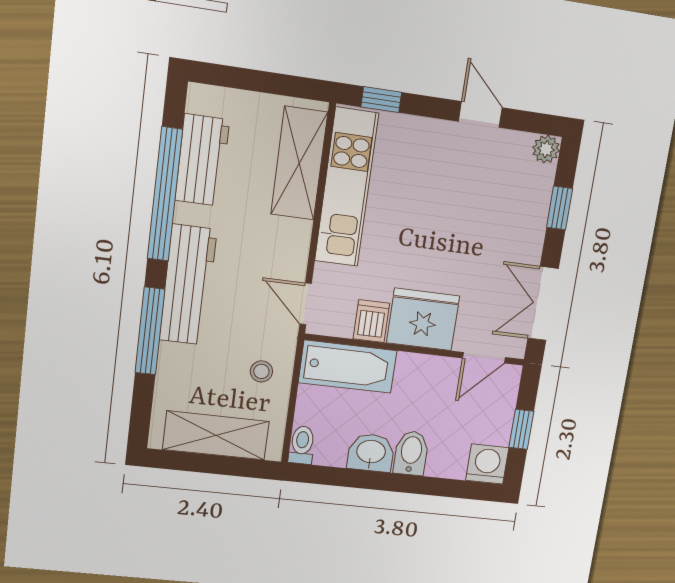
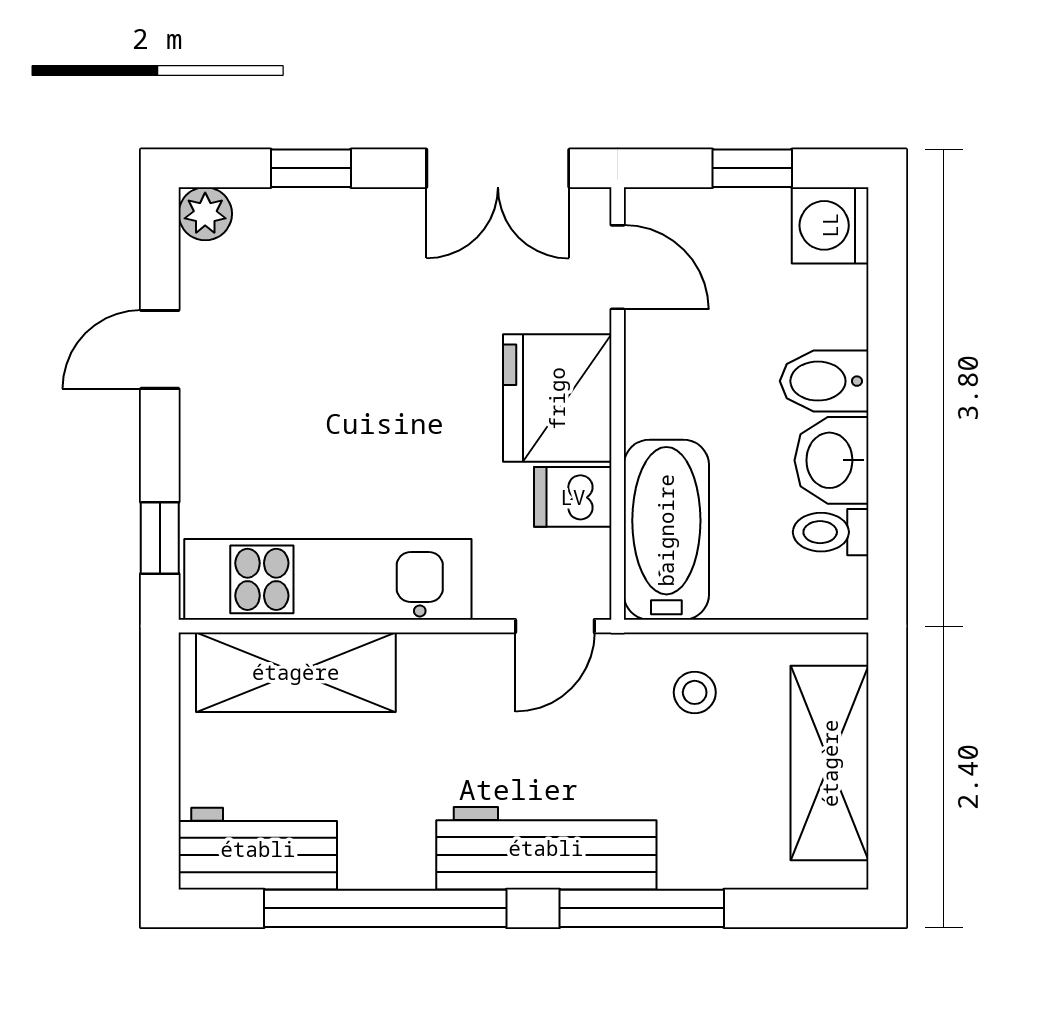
workbench: (202, 160) -> (258, 849), moved
toilet: (302, 445) -> (831, 532), moved

